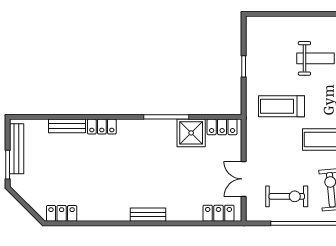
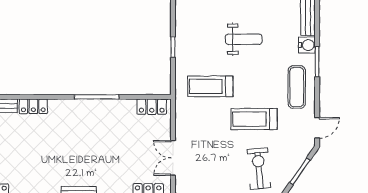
shower: (191, 133) -> (121, 113), removed
exercise bike: (287, 196) -> (215, 175), removed

